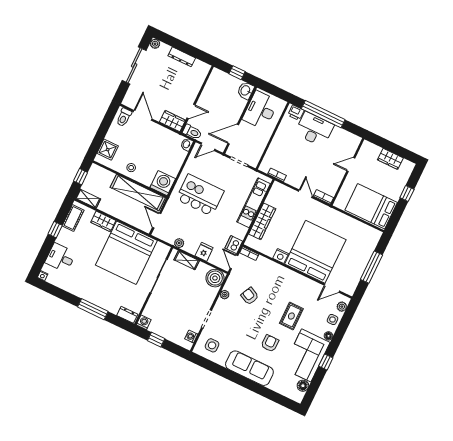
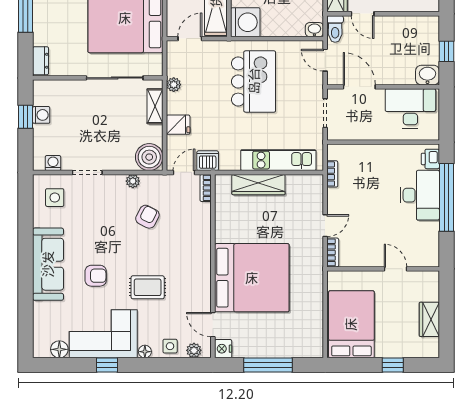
nightstand: (281, 256) -> (223, 349), moved
washing machine: (144, 322) -> (41, 115), moved

